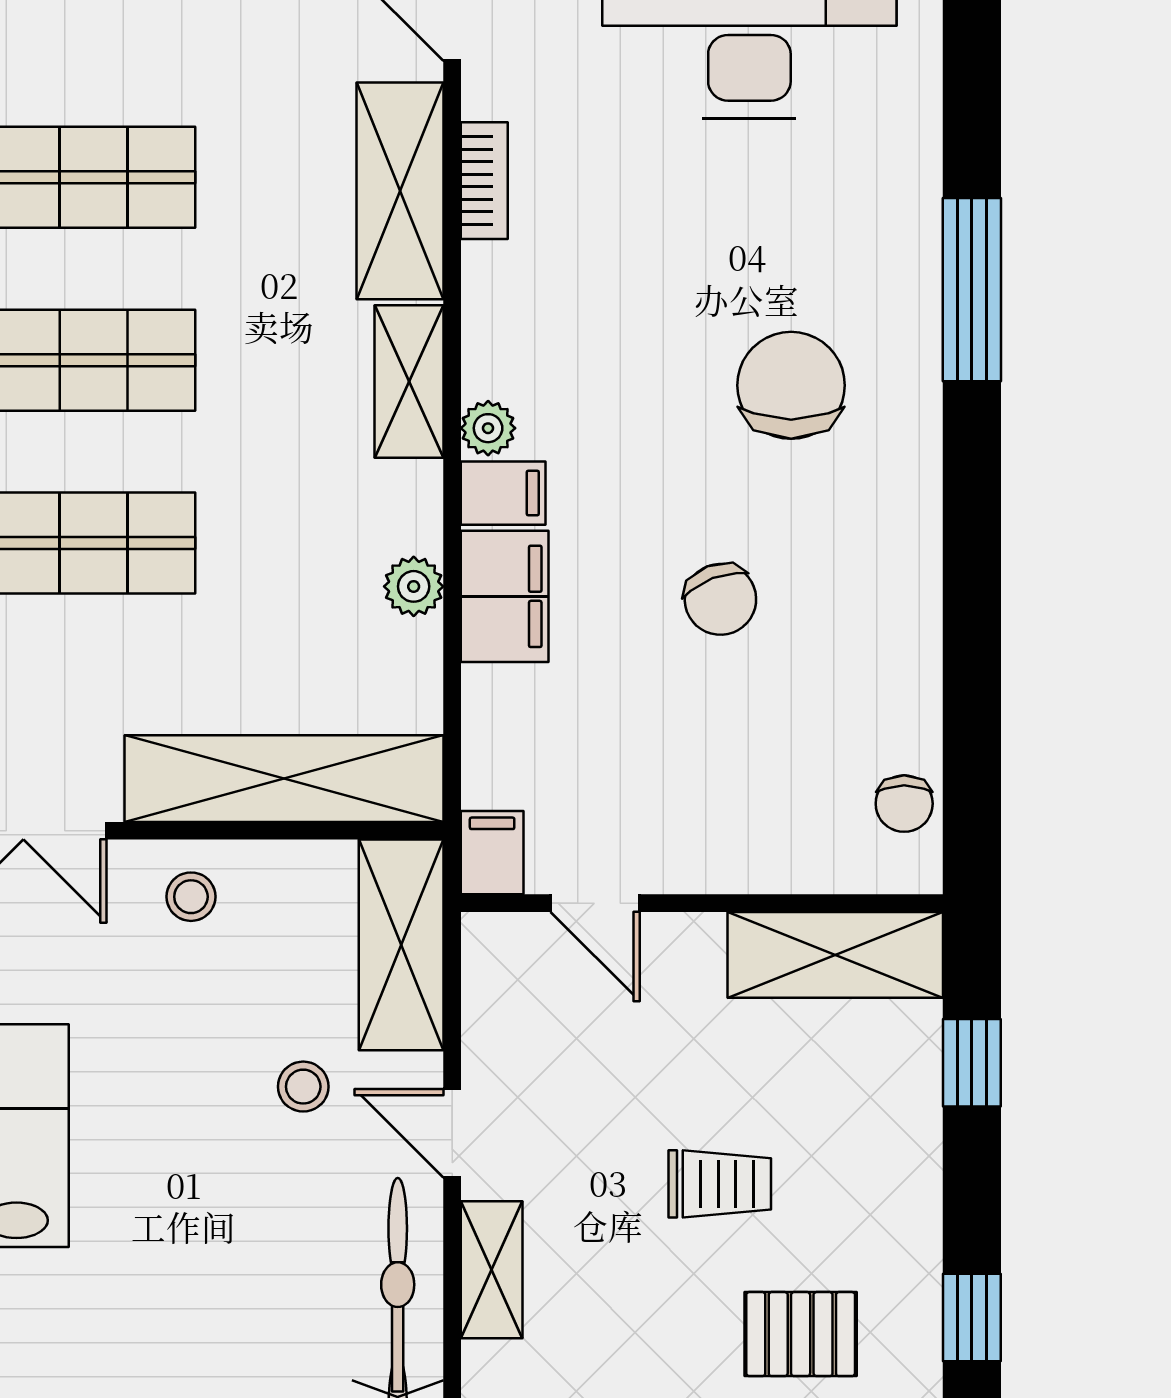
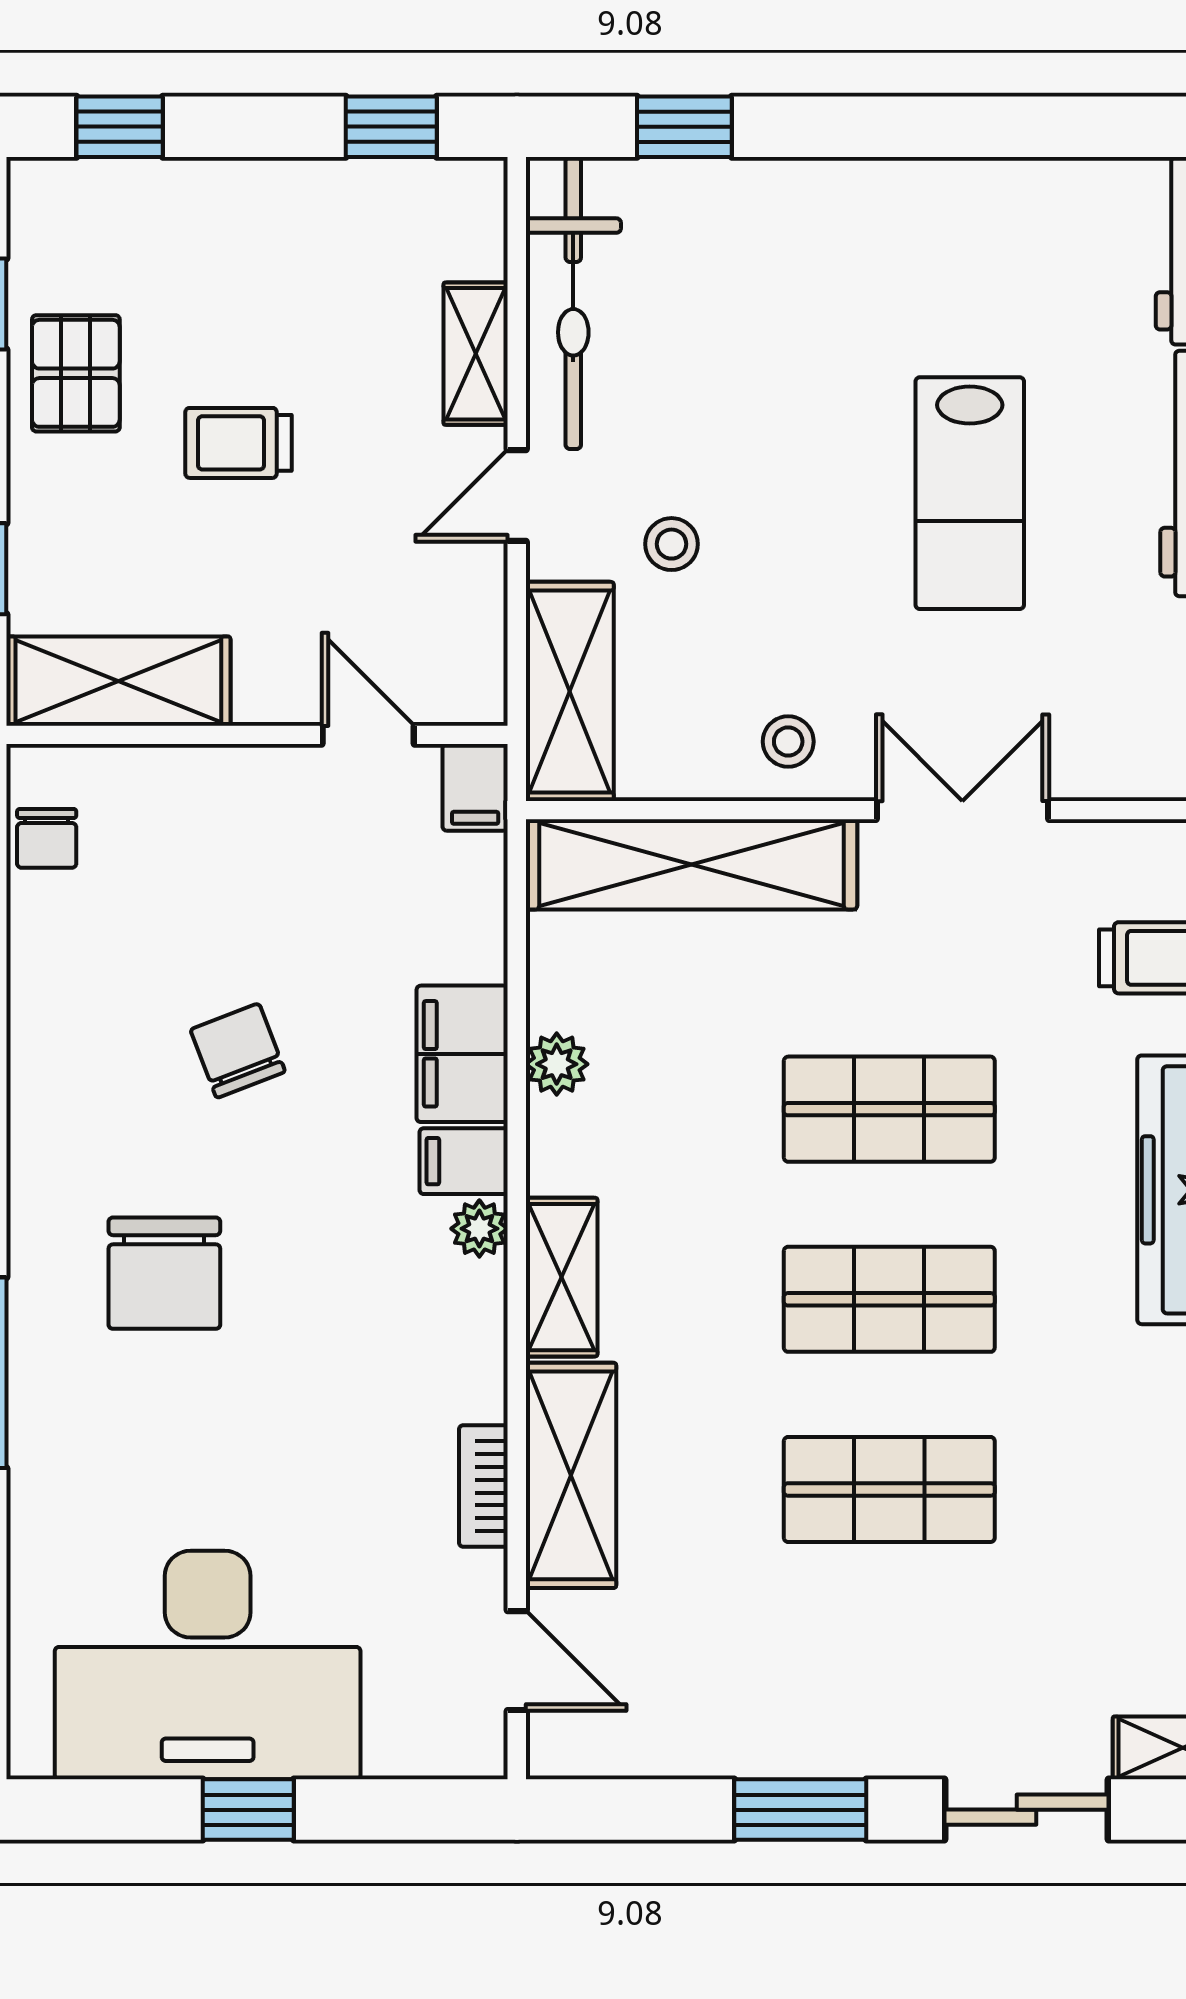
chair: (904, 804) -> (47, 838), turned 180
door: (452, 1133) -> (517, 496), swing flipped
pallet: (801, 1334) -> (76, 373), moved, turned 90

